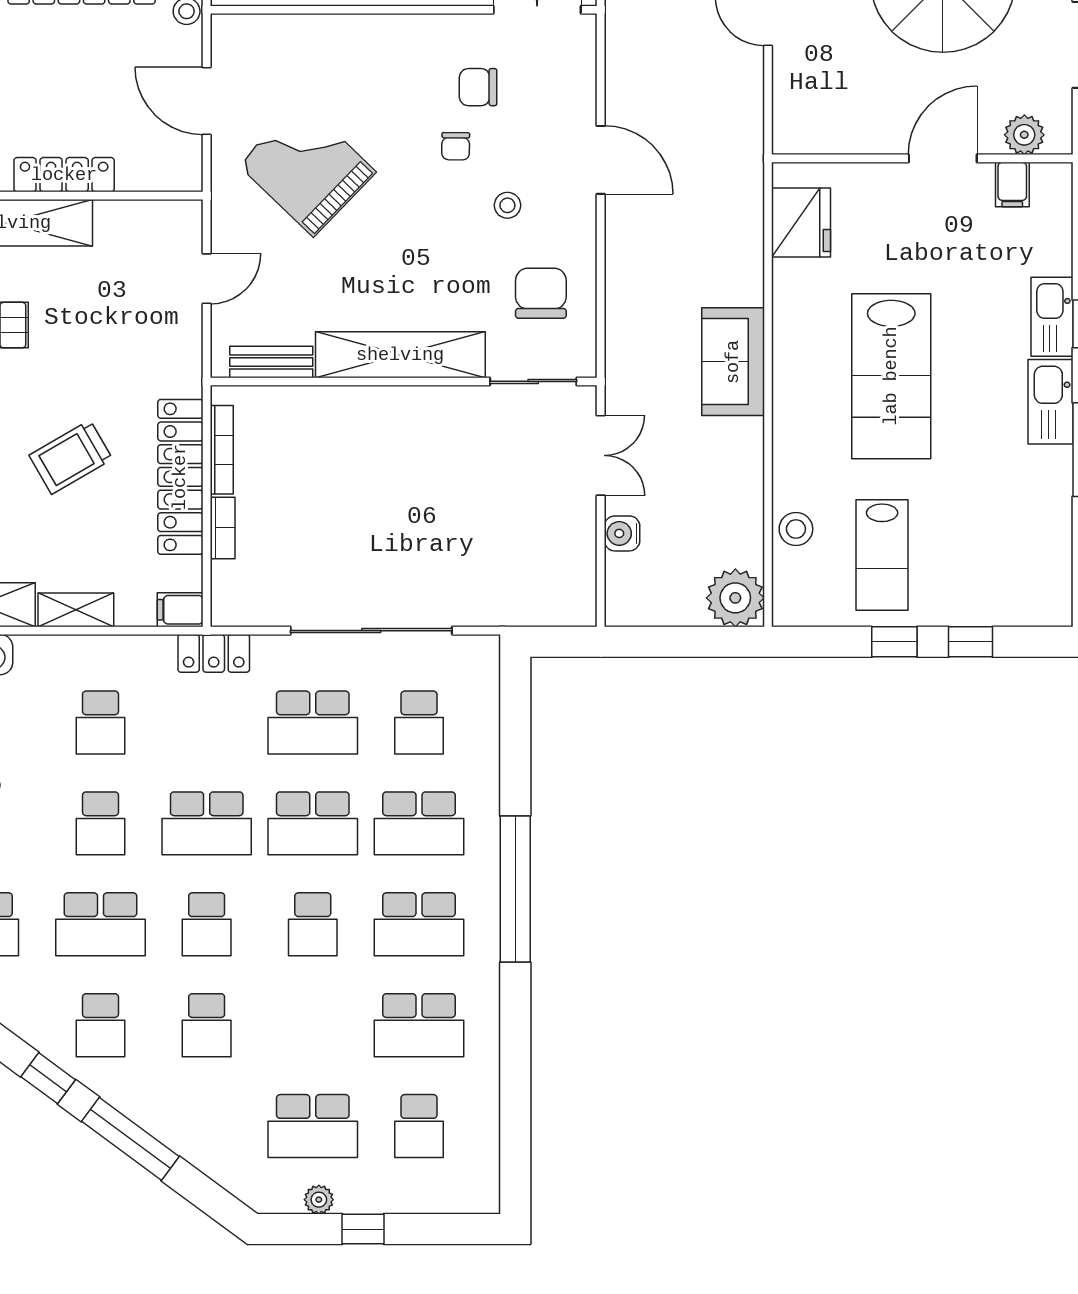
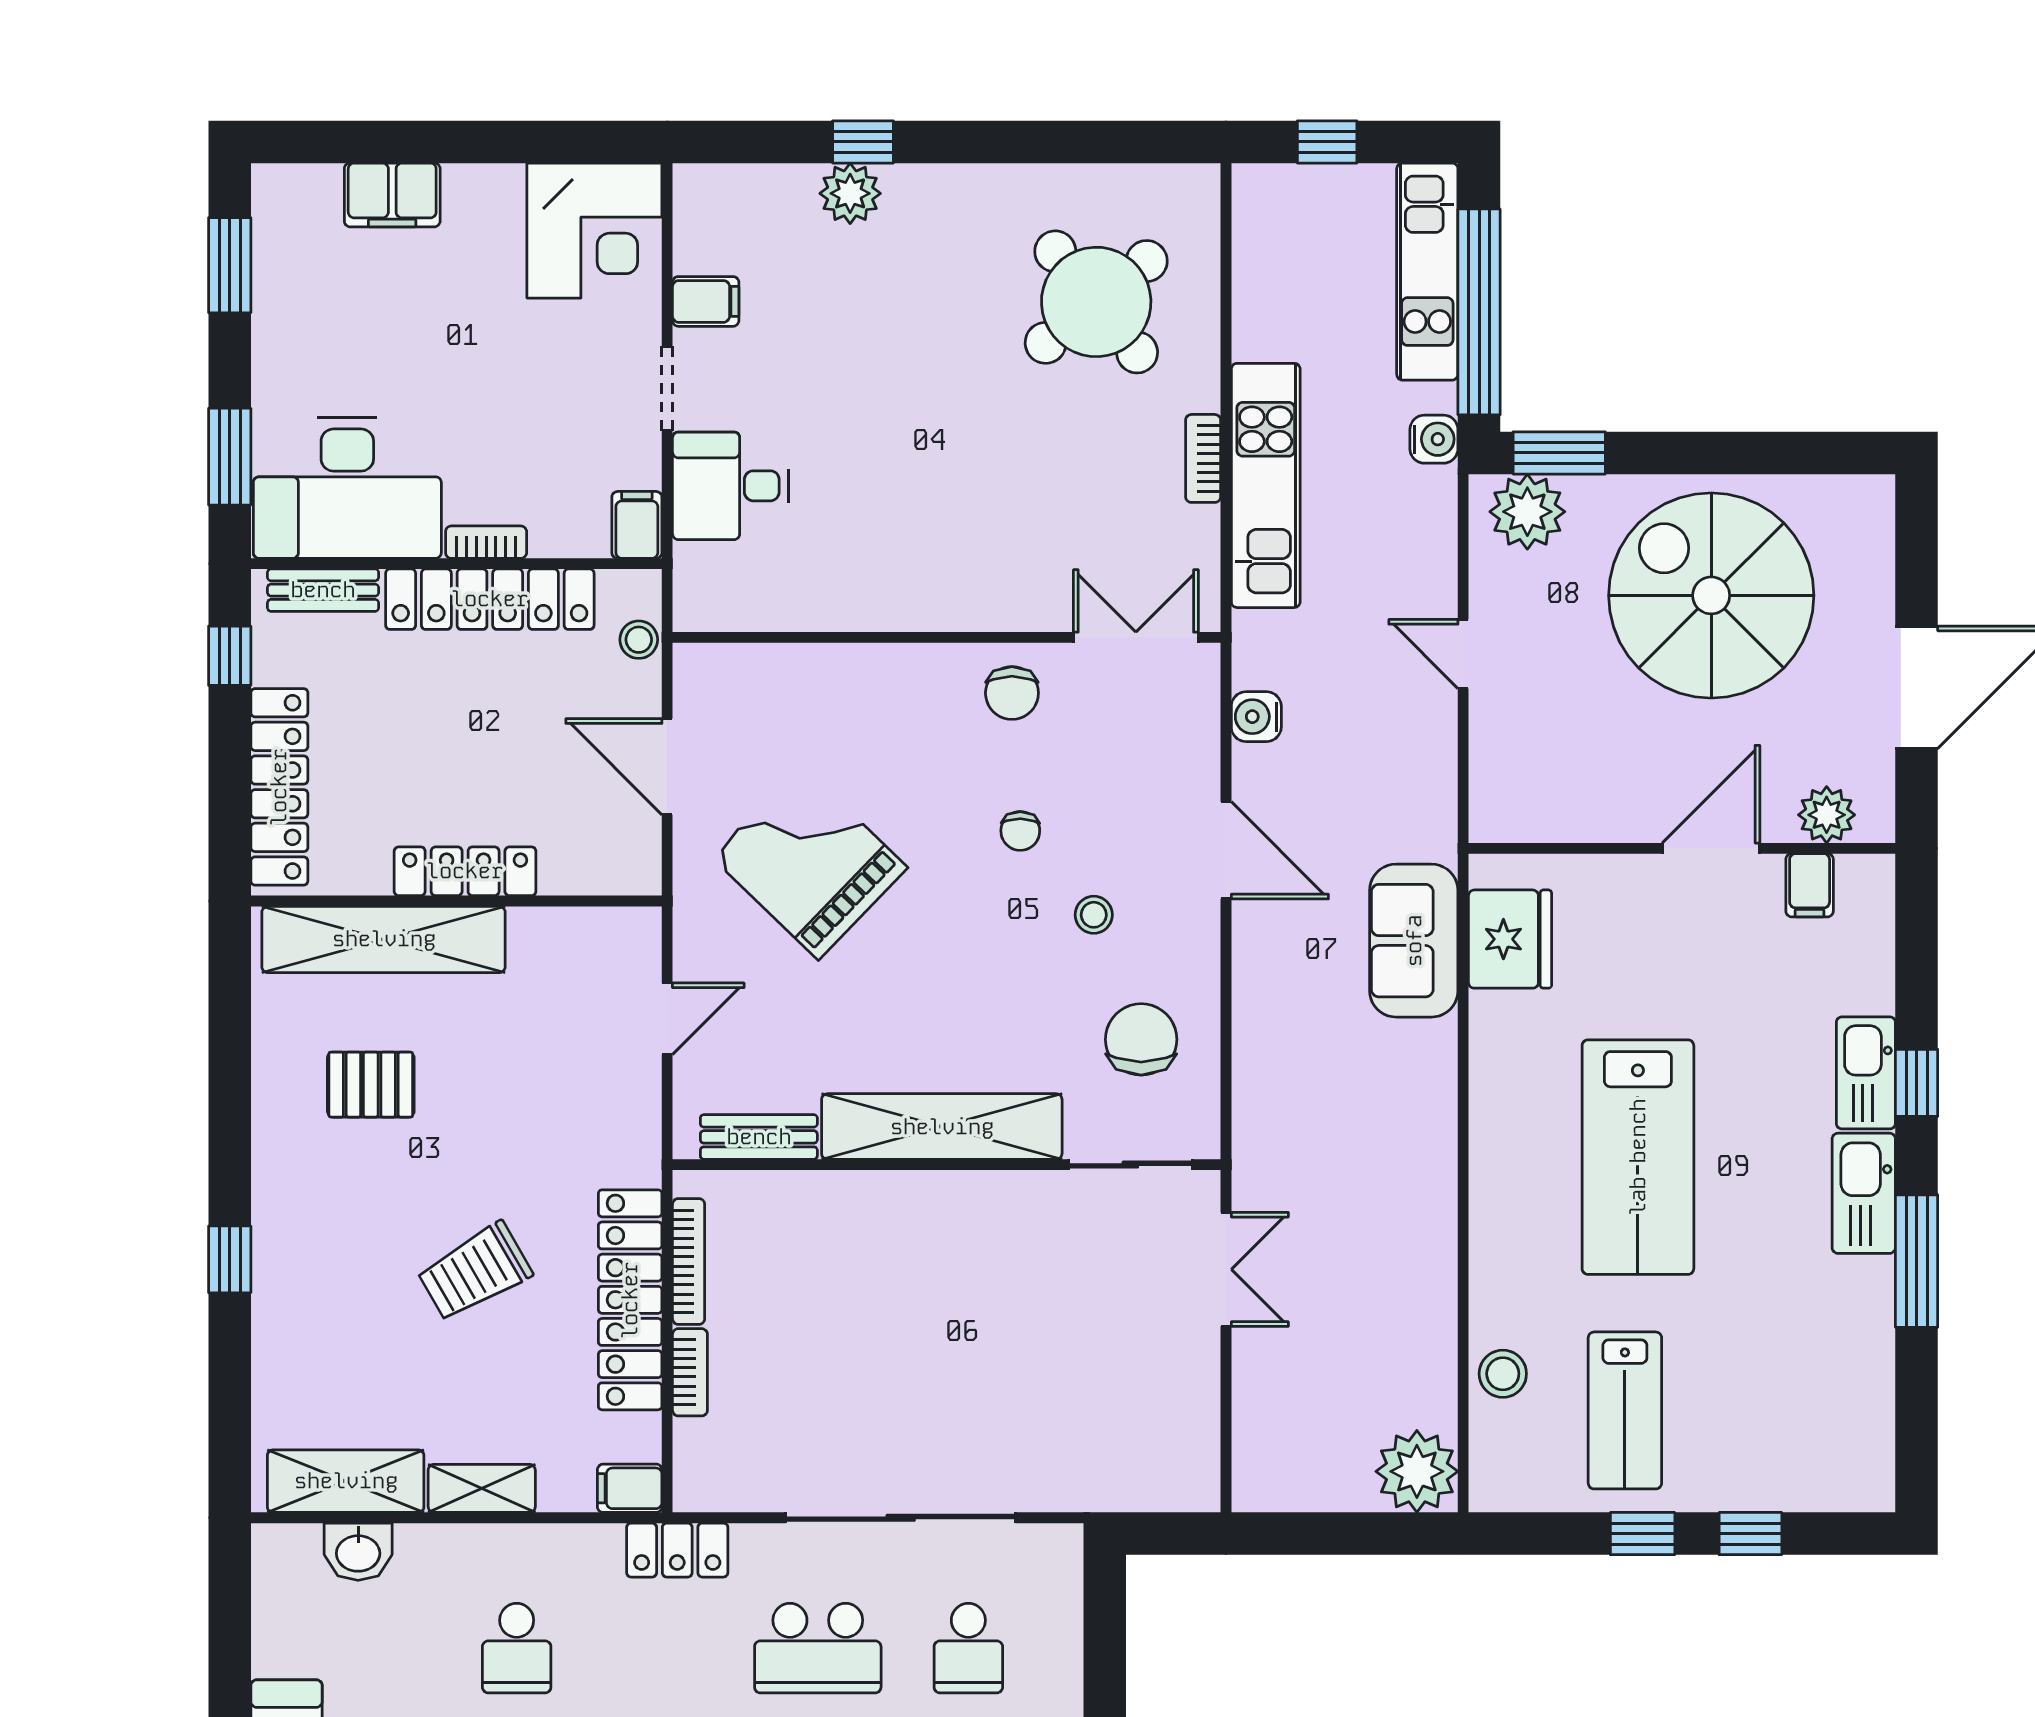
chair: (478, 87) -> (1012, 693), moved, turned -90
sofa: (733, 362) -> (1414, 941), moved
water cooler: (622, 533) -> (1256, 717), moved

